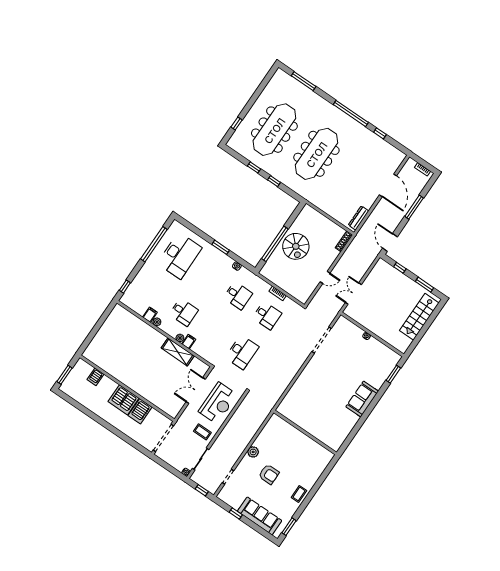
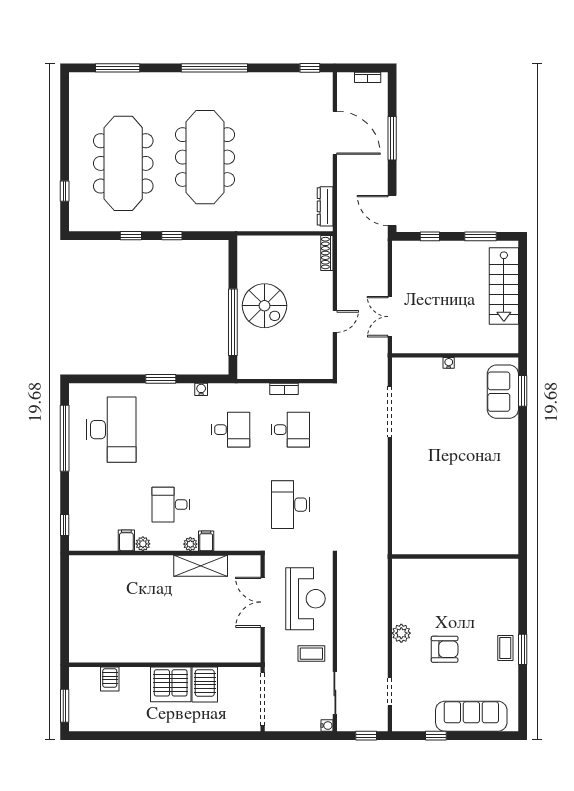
window: (380, 133) -> (310, 68), moved
desk: (184, 312) -> (171, 505), turned 180
desk: (242, 352) -> (290, 505), turned 180
sofa: (362, 399) -> (503, 392), moved
window: (289, 527) -> (523, 649), moved

